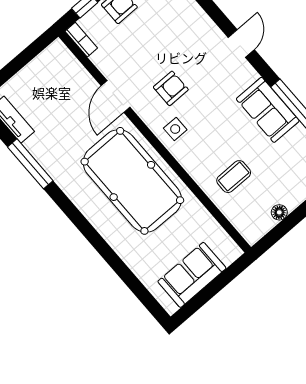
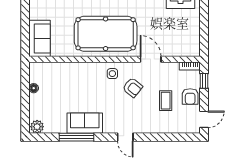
armchair: (171, 88) -> (133, 88), turned -51
coffee table: (234, 177) -> (166, 101), moved
sofa: (192, 275) -> (40, 38), moved

